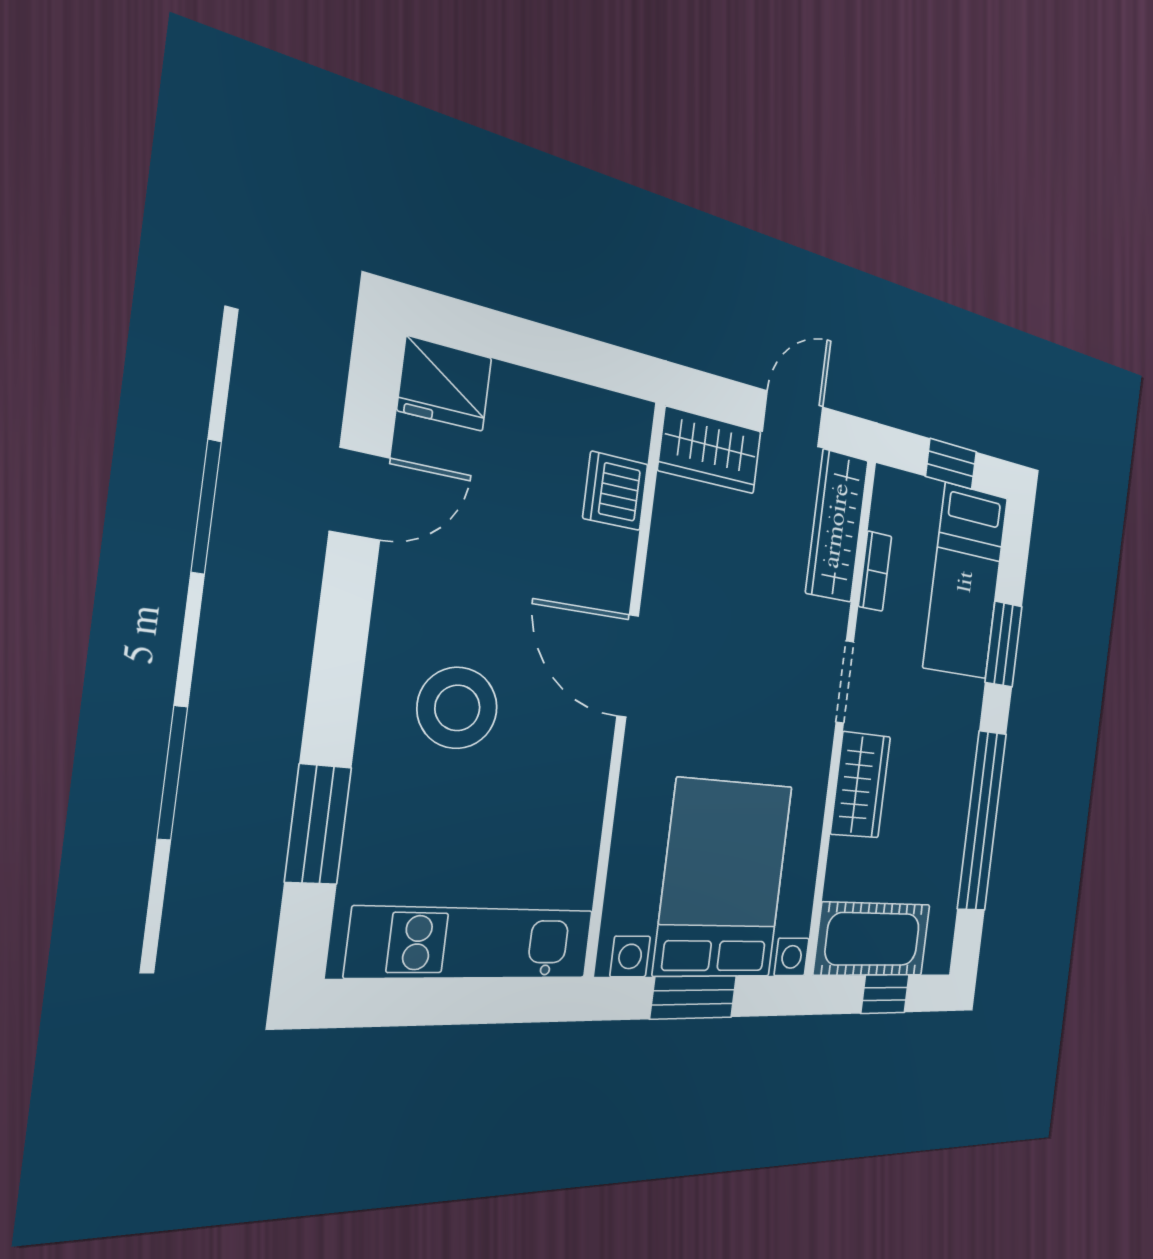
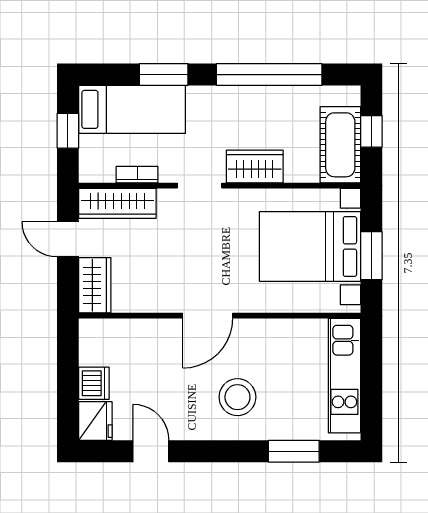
dishwasher: (615, 491) -> (94, 383), moved, turned -90

